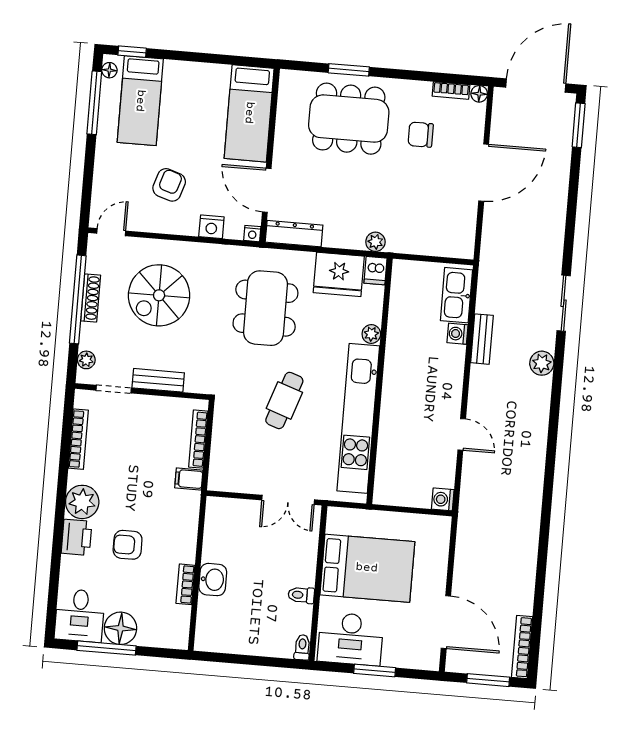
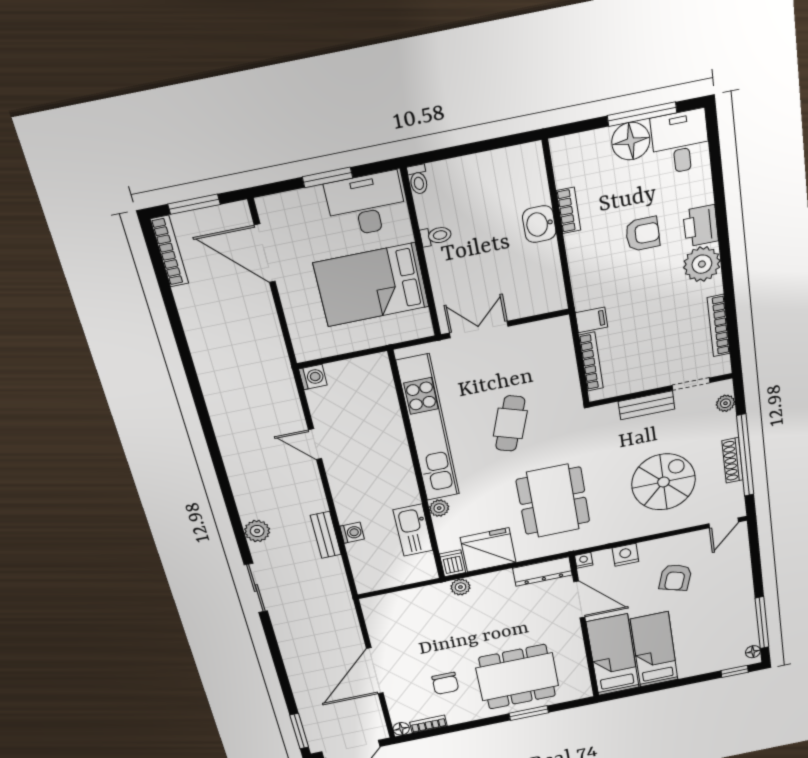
bed: (140, 101) -> (654, 649), moved
chair: (421, 135) -> (445, 683), turned 90
kitchen sink: (456, 295) -> (413, 530), moved, turned 180

